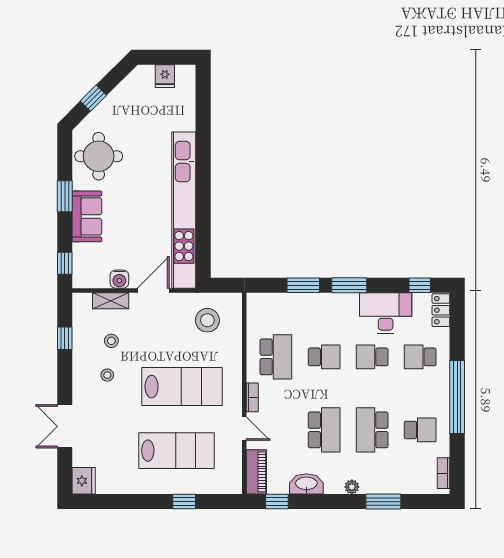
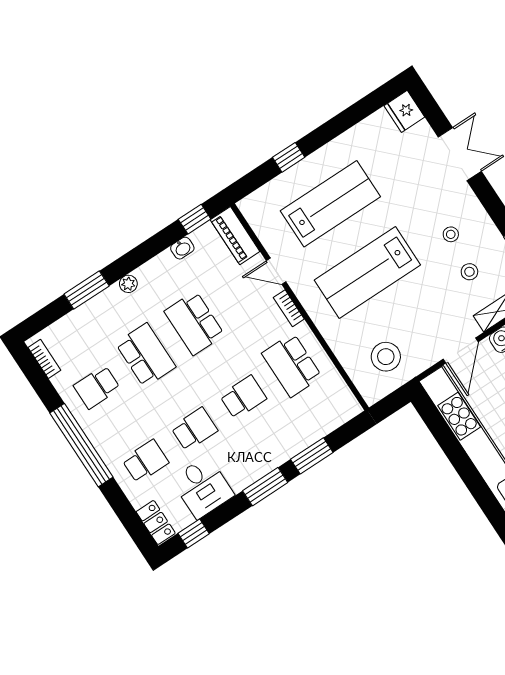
desk: (386, 313) -> (203, 487), width x0.73
school desk: (324, 357) -> (243, 397), turned 180
lab bench: (176, 451) -> (330, 204), turned 180
washbasin: (306, 484) -> (182, 248), width x0.52, depth x0.69

